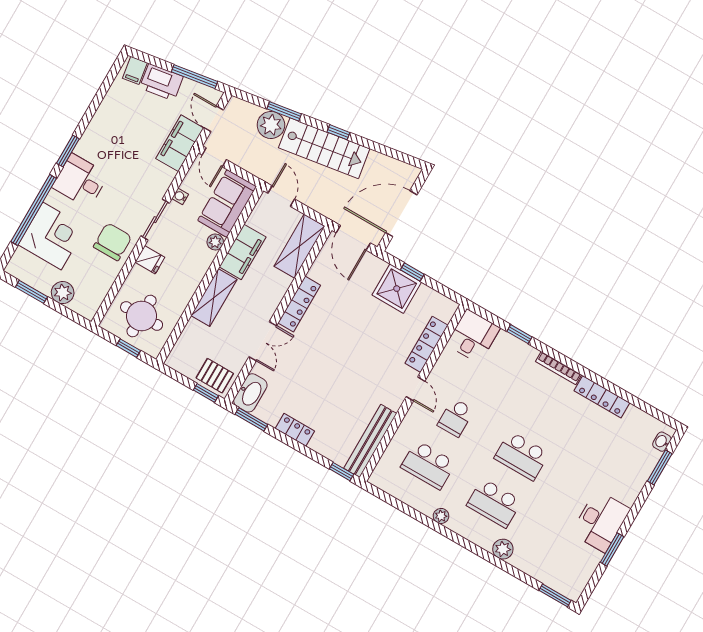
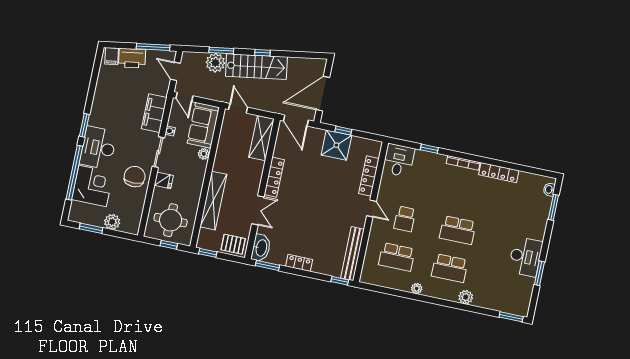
filing cabinet: (180, 143) -> (154, 113), moved
desk: (80, 181) -> (98, 148), width x1.37
filing cabinet: (243, 252) -> (224, 155), removed
shelving: (214, 298) -> (213, 201), width x1.47
window: (206, 393) -> (208, 253), moved

